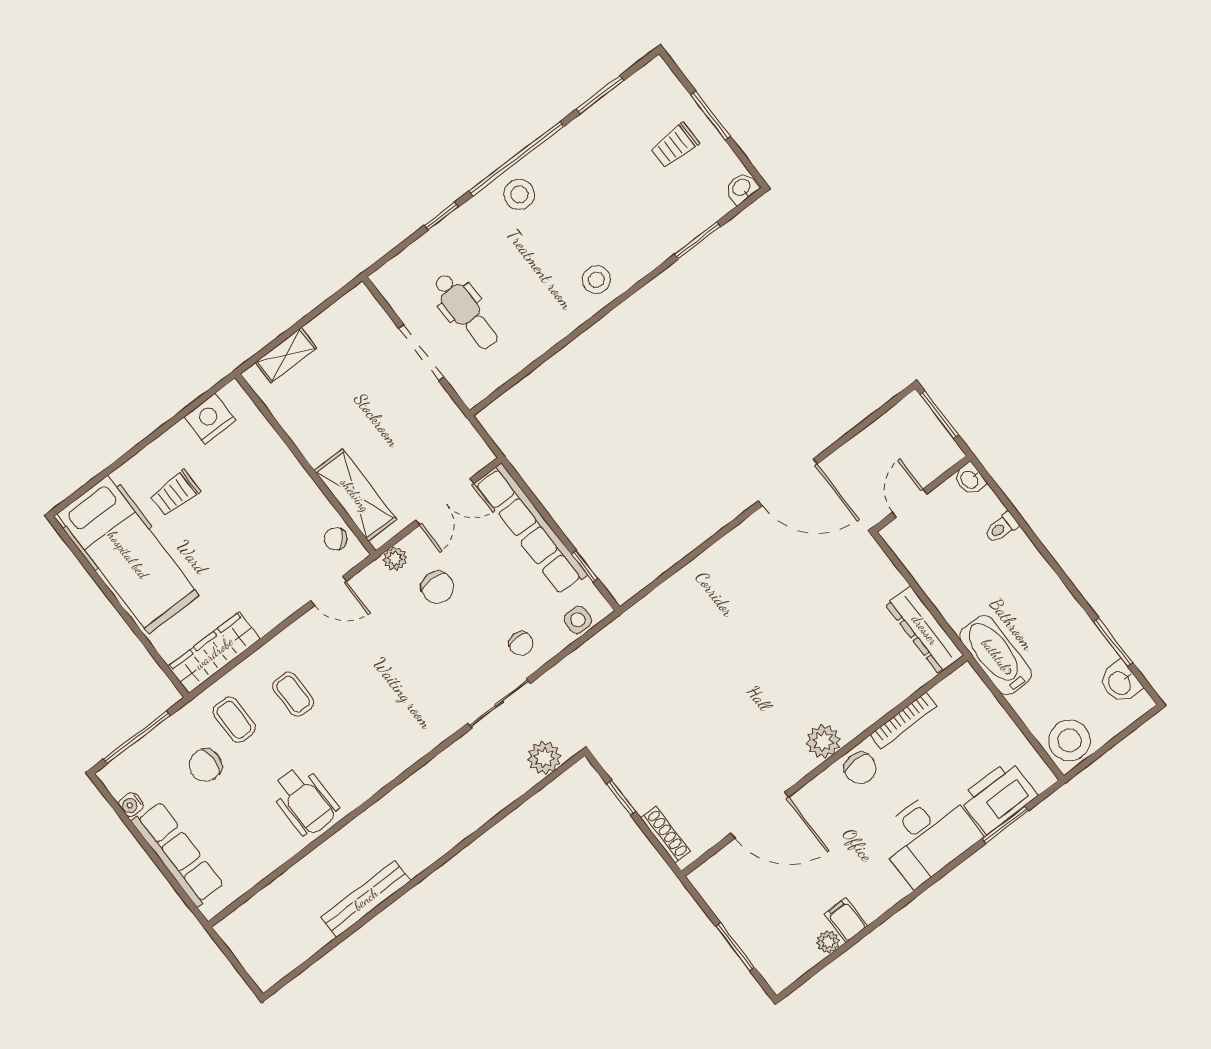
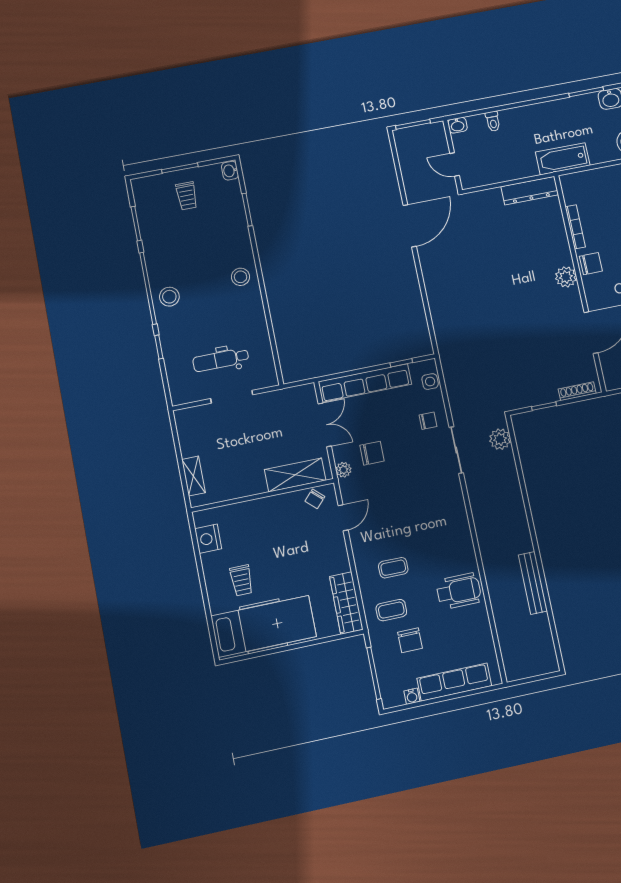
dental chair: (466, 311) -> (221, 360), turned 180

